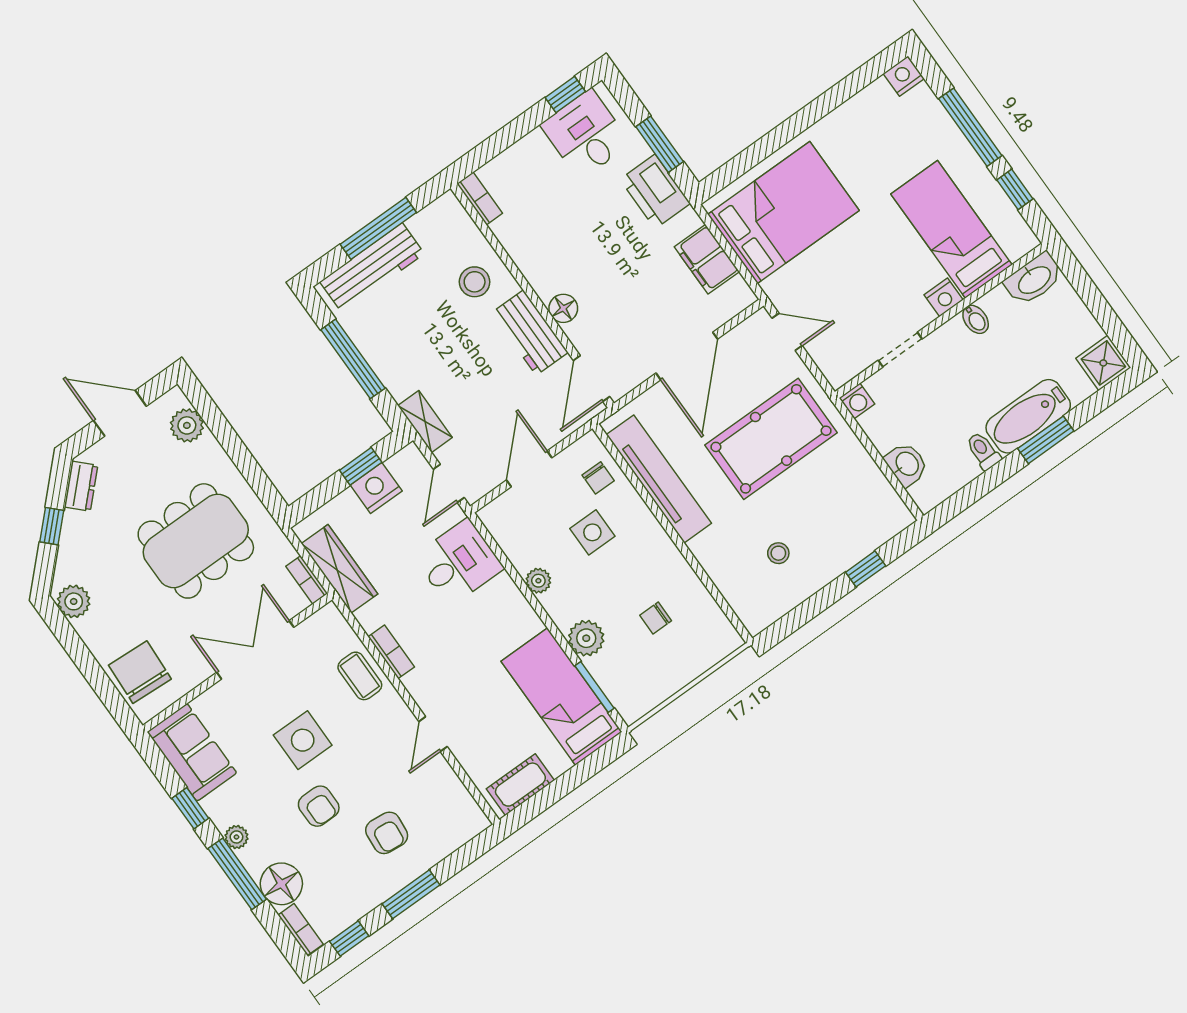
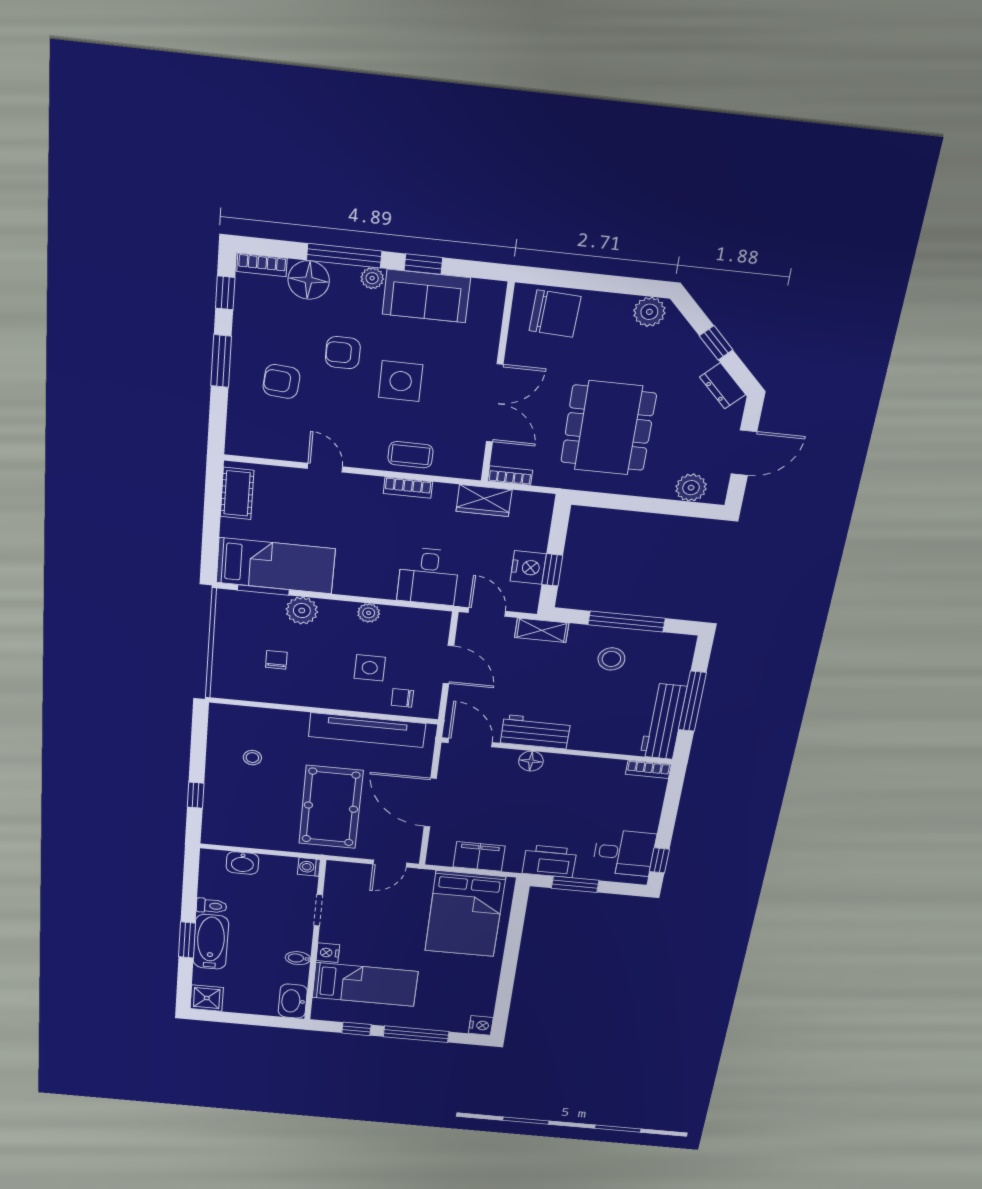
workbench: (372, 268) -> (663, 721), moved
stool: (475, 282) -> (611, 659), moved
wardrobe: (339, 569) -> (484, 501), width x0.67
sofa: (192, 752) -> (426, 296), moved

